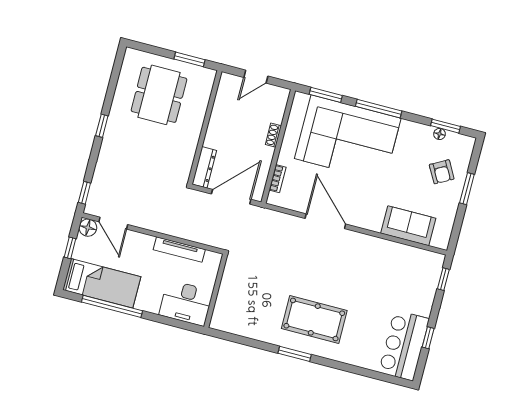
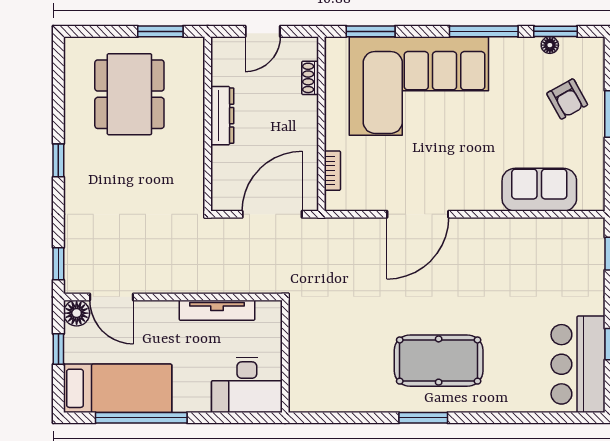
window: (379, 109) -> (484, 31), moved
shoe rack: (273, 135) -> (310, 78), moved
dresser: (204, 167) -> (222, 116), moved
door: (325, 221) -> (418, 214), swing flipped

